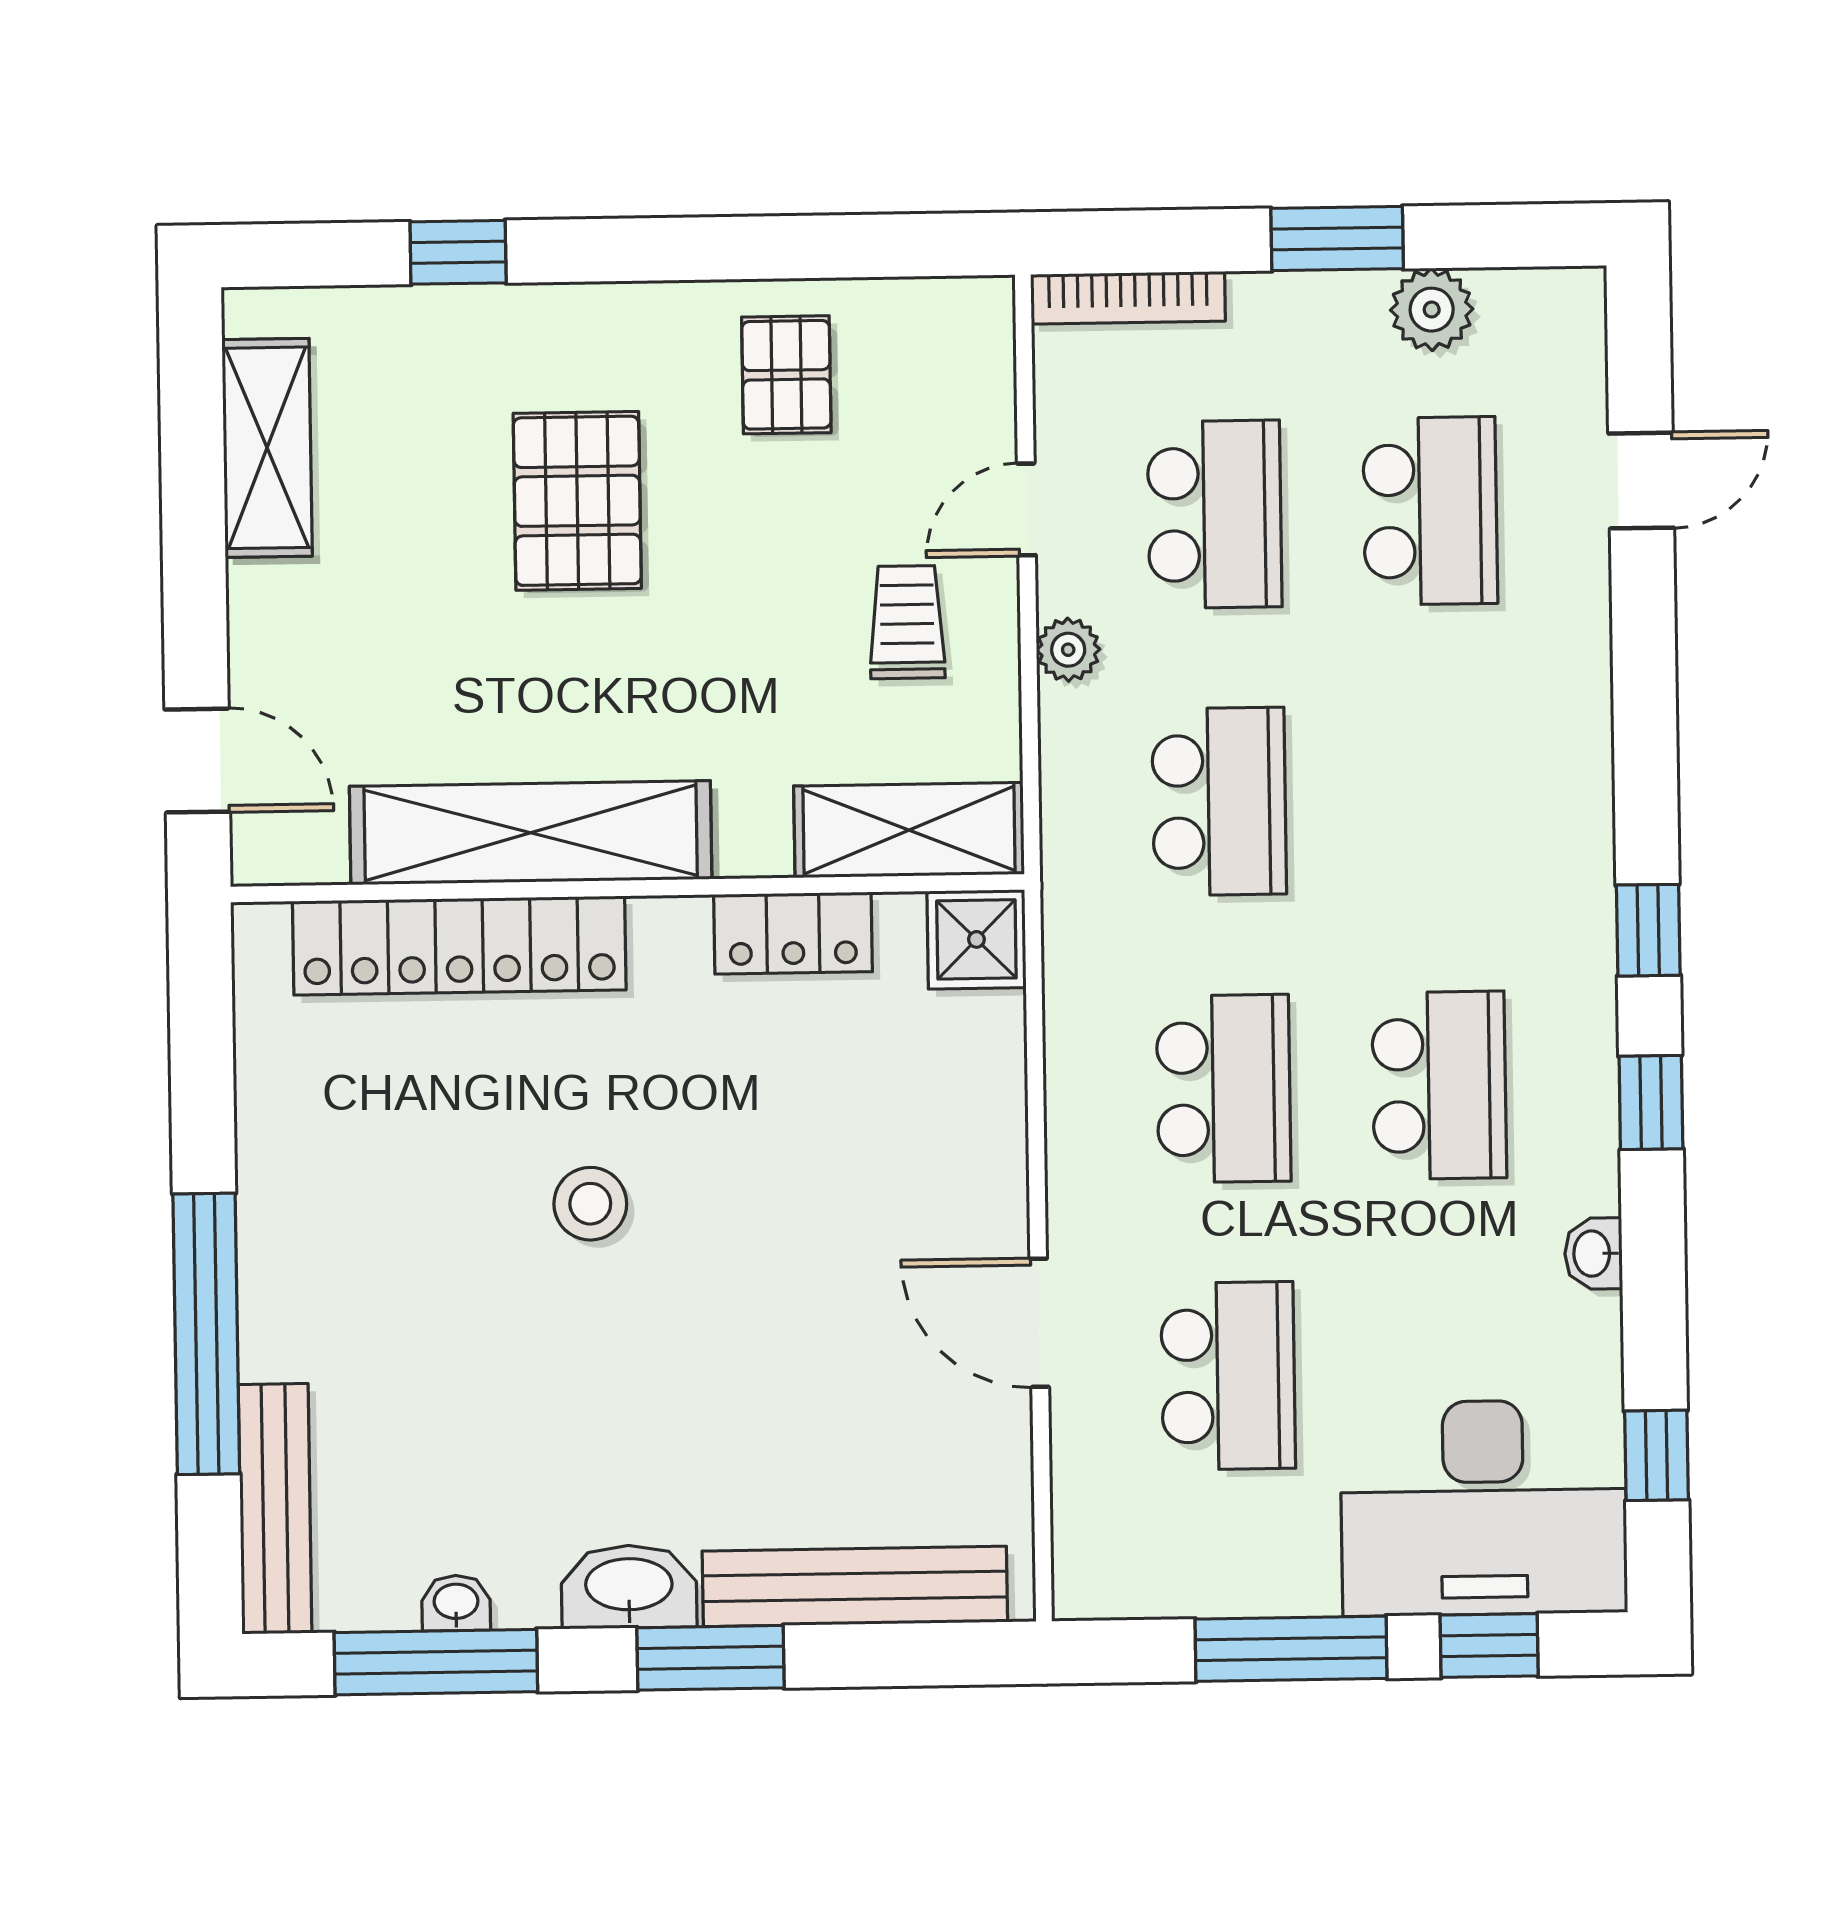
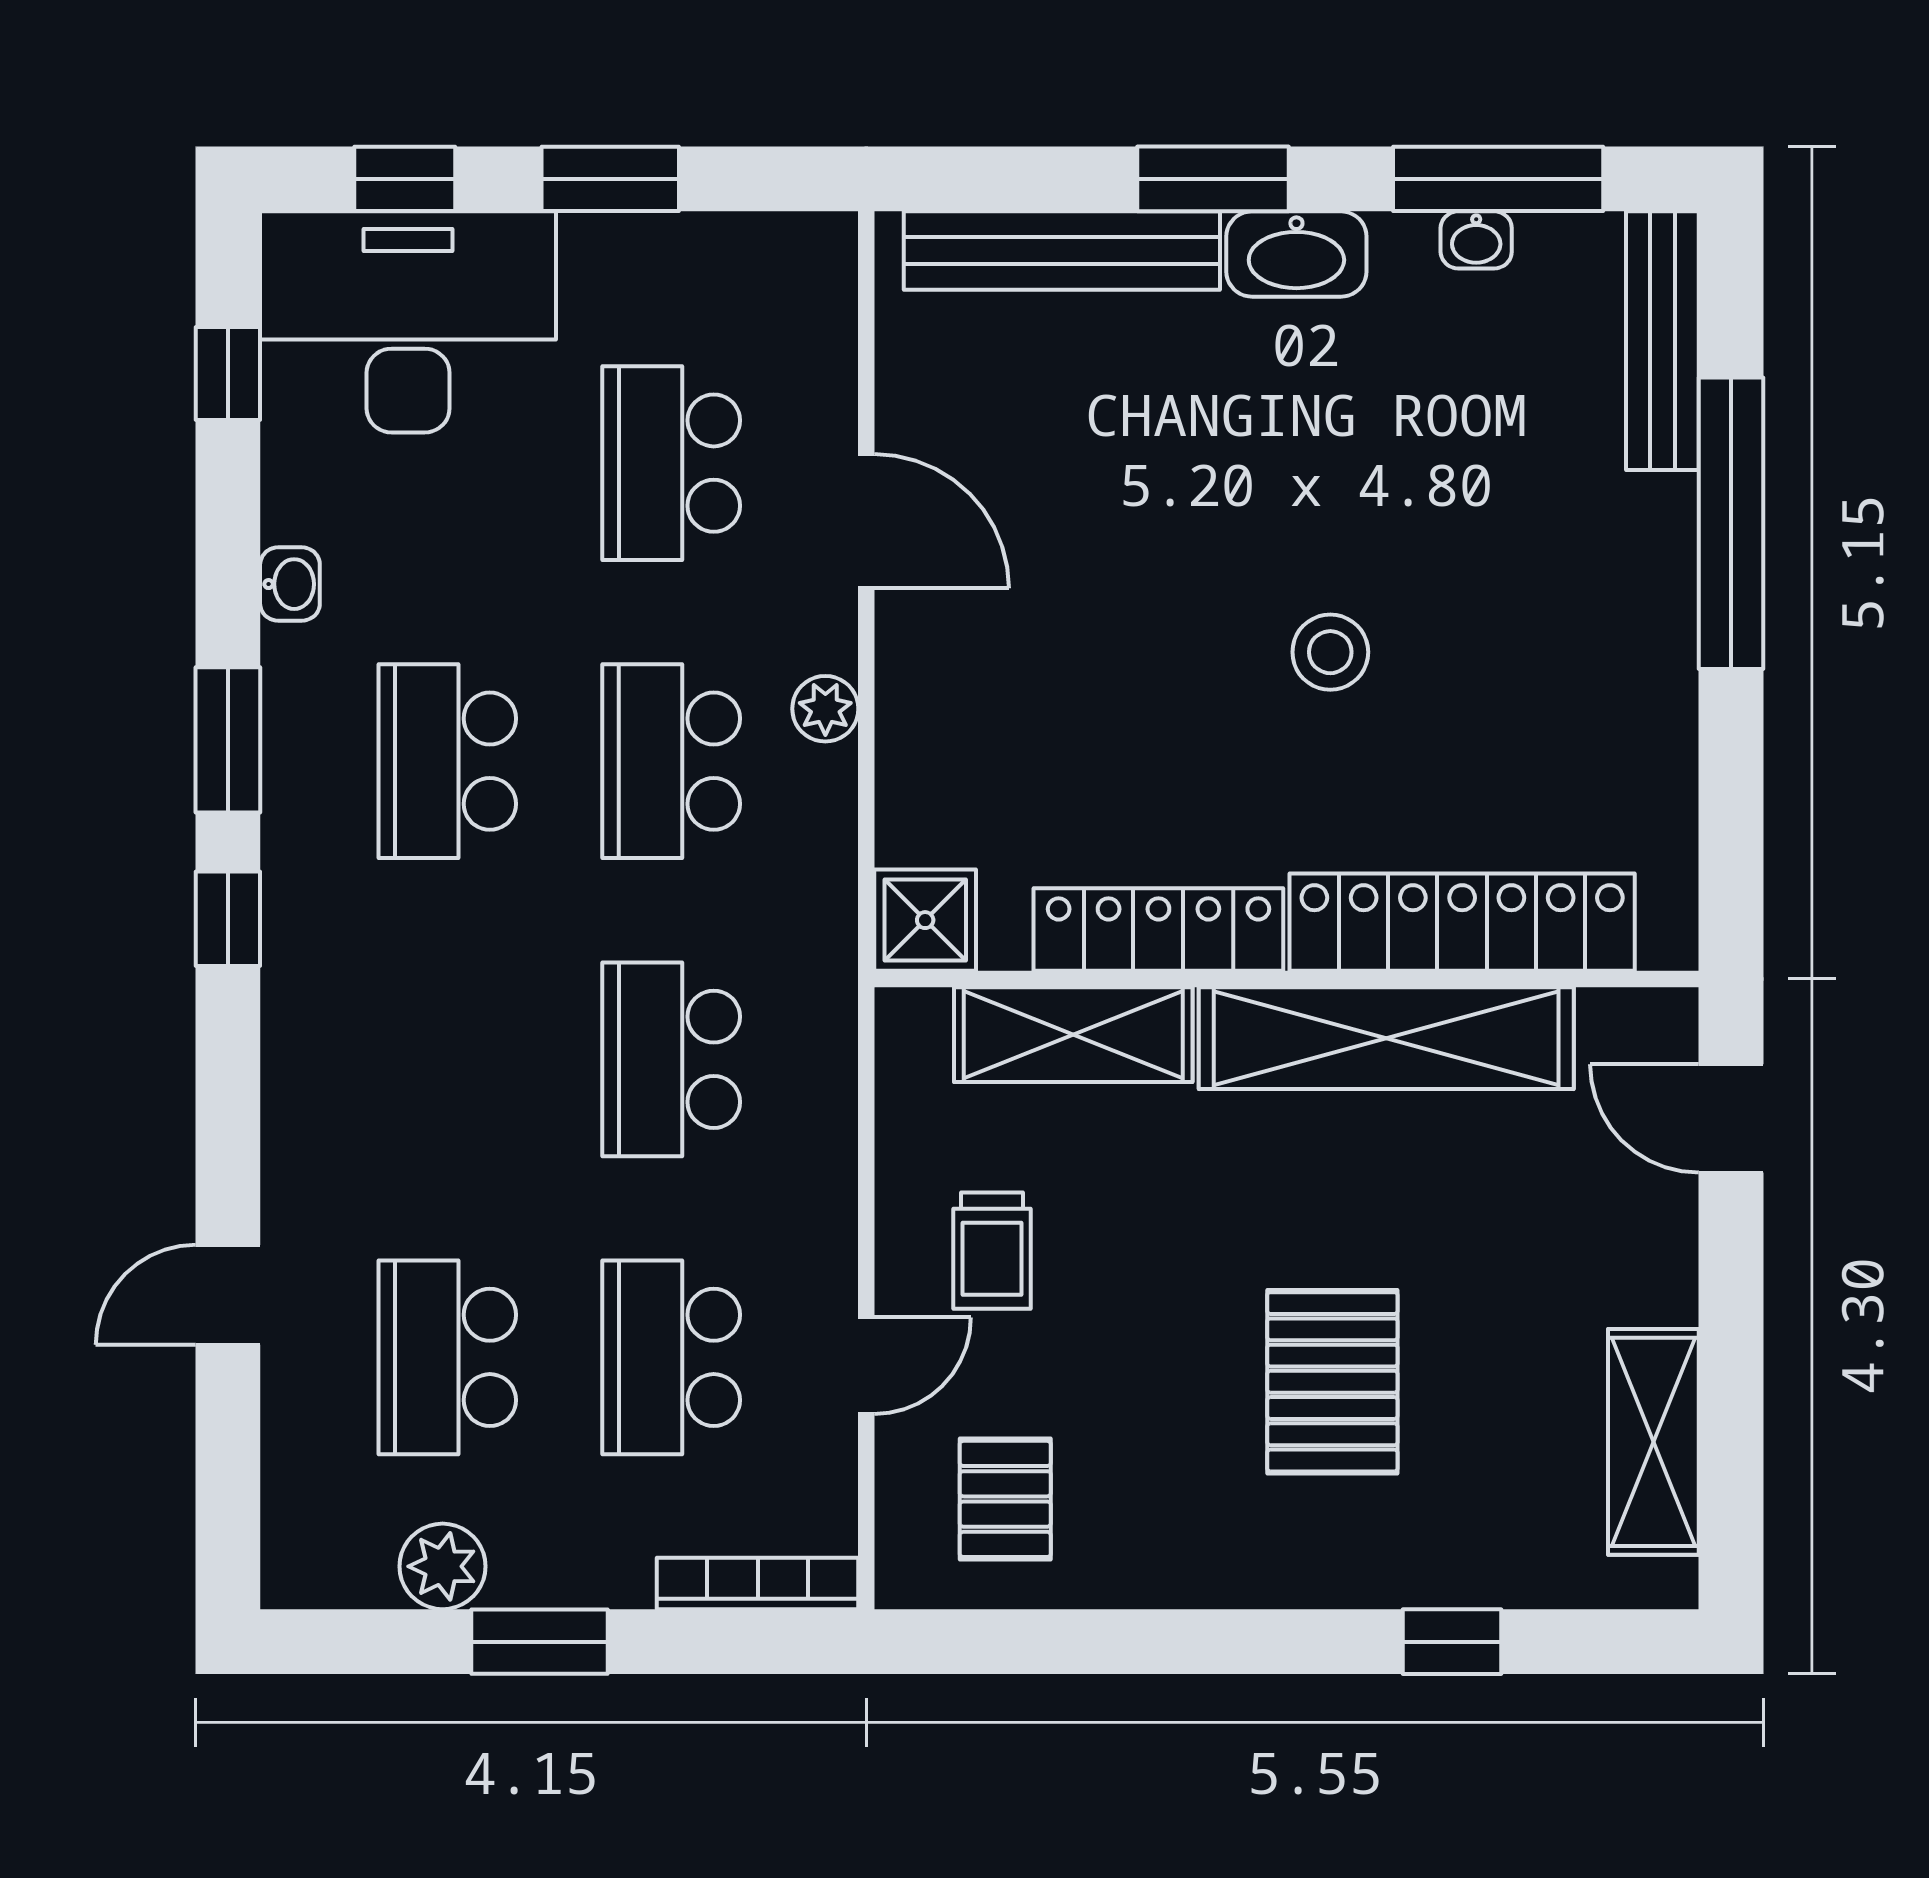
pallet: (786, 375) -> (1005, 1499), moved
door: (1641, 481) -> (228, 1295), moved
plant: (1068, 650) -> (825, 709), moved
shelving: (909, 830) -> (1073, 1035), moved
locker: (793, 933) -> (1158, 930), width x1.53
window: (1651, 1102) -> (228, 740), width x1.50
window: (1291, 1649) -> (610, 179), width x0.69

